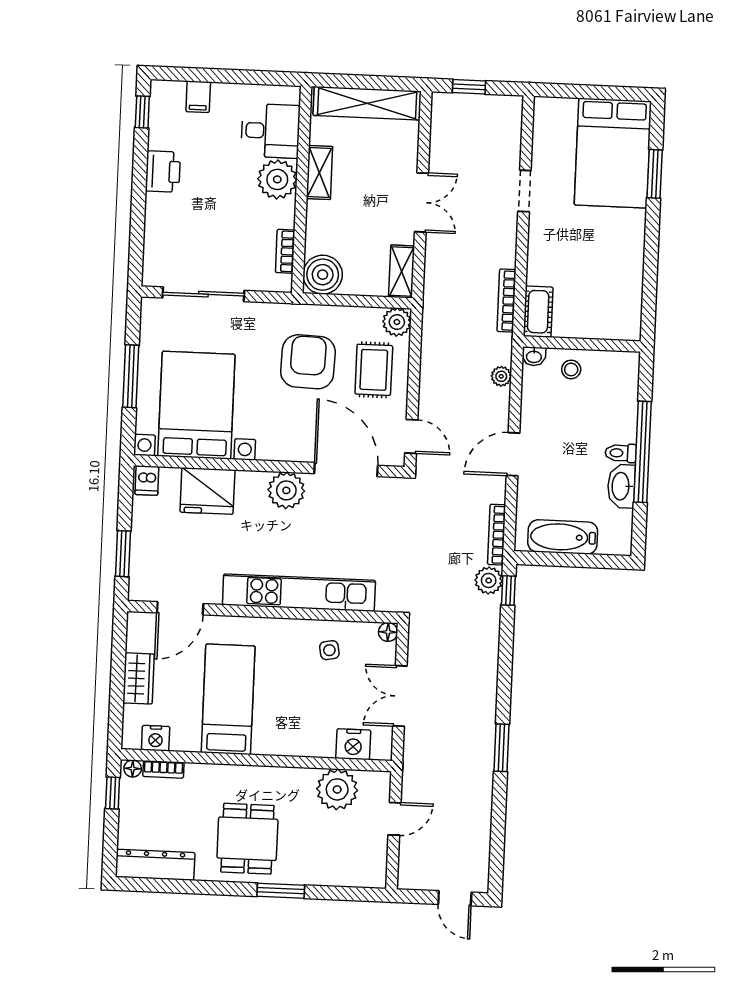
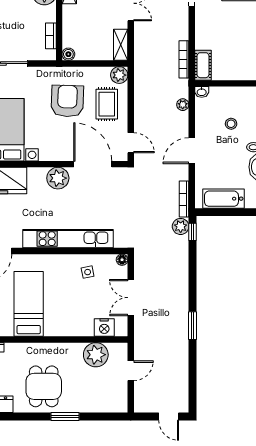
boiler: (323, 275) -> (68, 54), width x0.54, depth x0.54
stool: (571, 369) -> (231, 124), moved

